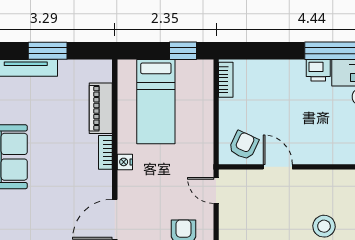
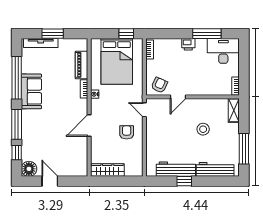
printer: (318, 70) -> (188, 44), moved
bed: (156, 102) -> (117, 61), width x1.50
door: (278, 167) -> (178, 97), swing flipped

